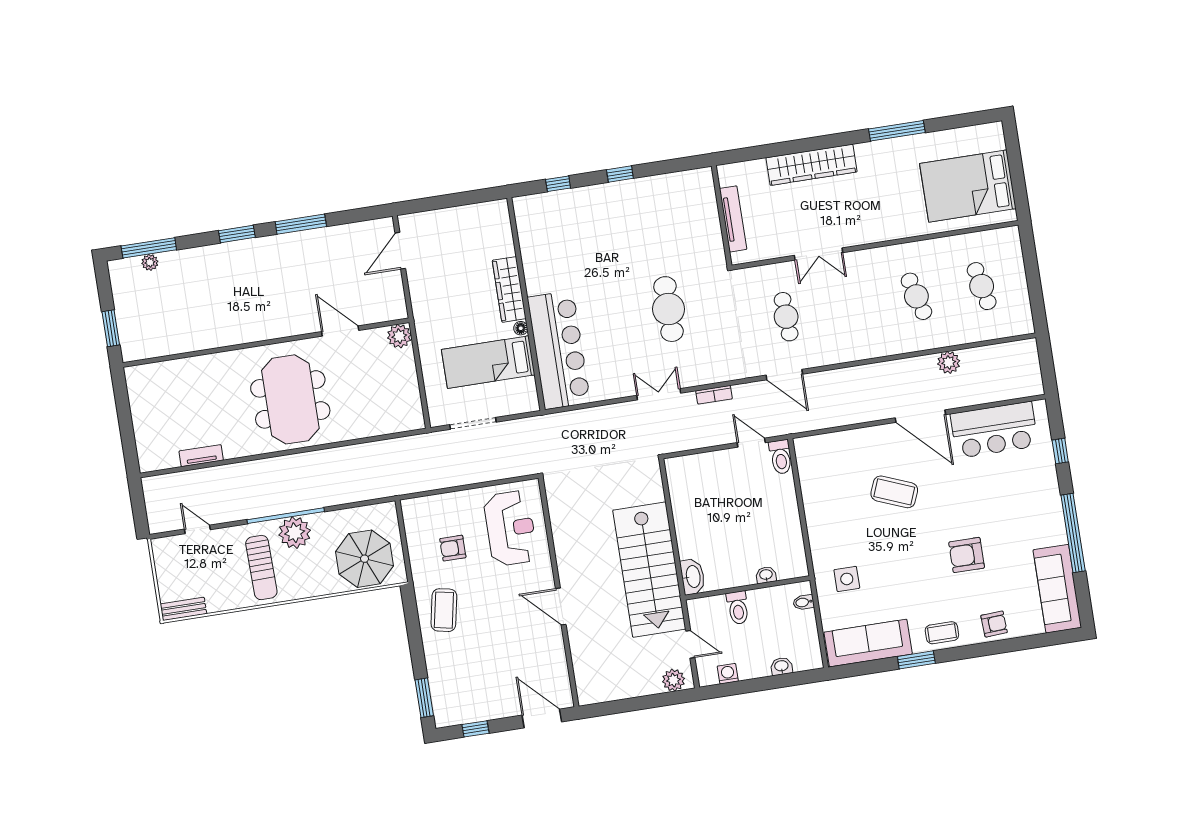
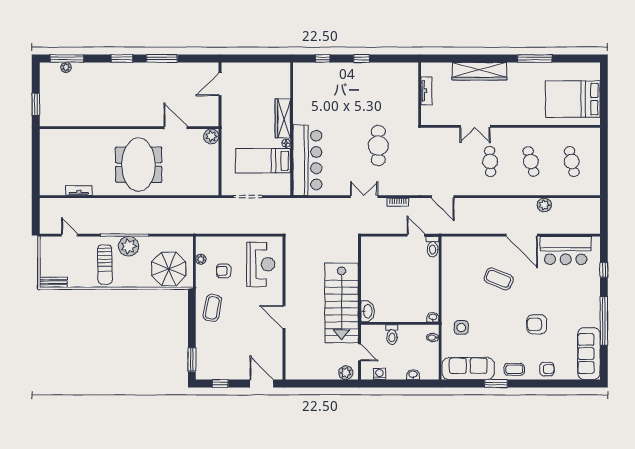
tv unit: (733, 219) -> (426, 91), width x0.71
cafe table: (786, 317) -> (490, 161), moved
plant: (413, 535) -> (201, 259), added
washbasin: (766, 575) -> (433, 317), moved

